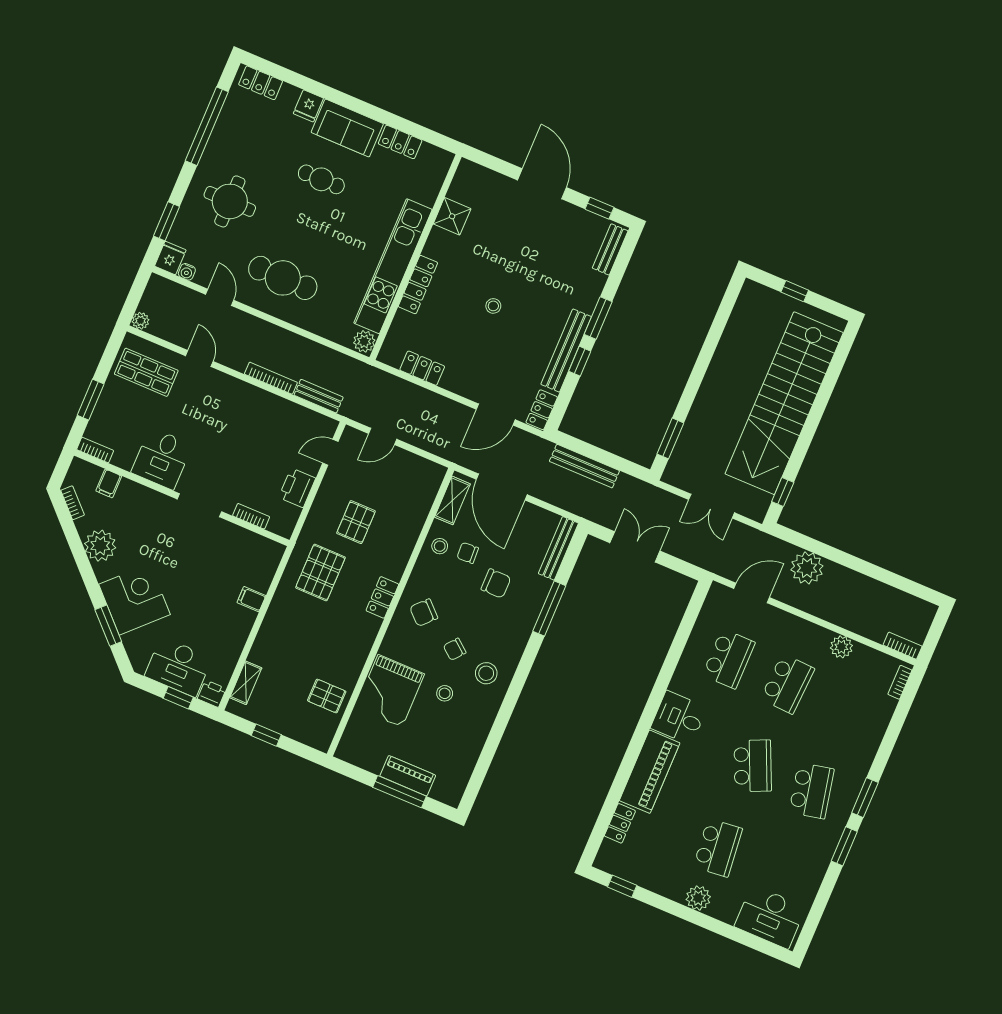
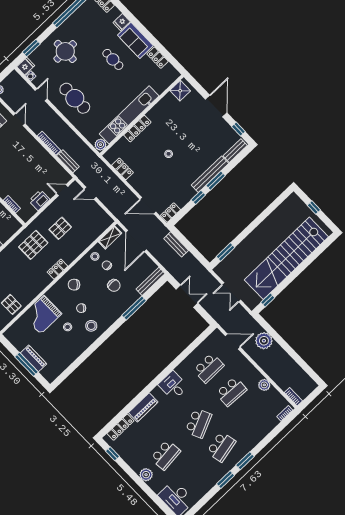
shower: (452, 216) -> (180, 91), moved
bench: (566, 351) -> (210, 174), moved
bench: (584, 466) -> (176, 244), width x0.73
piano: (650, 772) -> (143, 407), width x0.73, depth x0.75
locker: (620, 823) -> (120, 427), width x1.53

